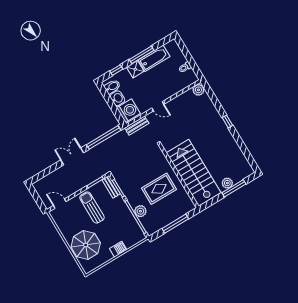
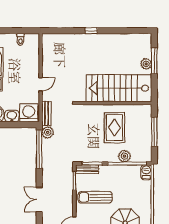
plant: (198, 90) -> (48, 132), moved
double door: (72, 156) -> (39, 200), moved
barbecue: (118, 249) -> (146, 172), moved

